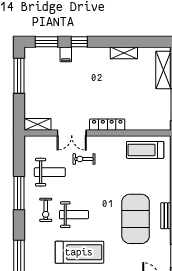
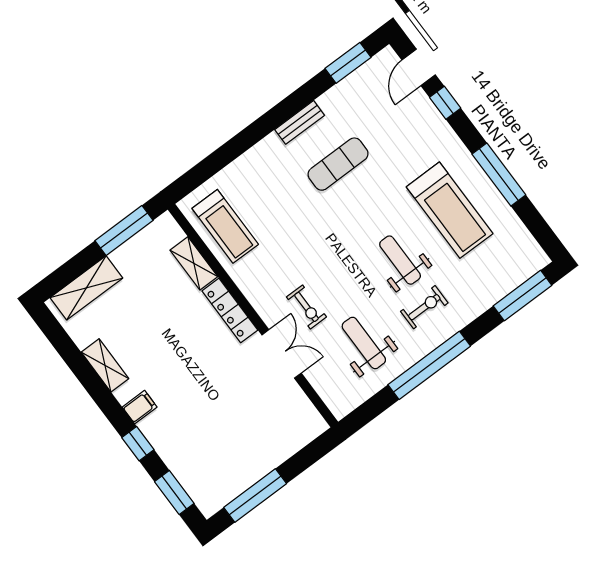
filing cabinet: (66, 54) -> (140, 407), moved
shelving: (38, 124) -> (194, 263), moved
window: (19, 193) -> (429, 365), width x1.46
exercise mat: (136, 219) -> (338, 164), width x0.50, depth x0.69
treadmill: (79, 252) -> (450, 210), turned 180

